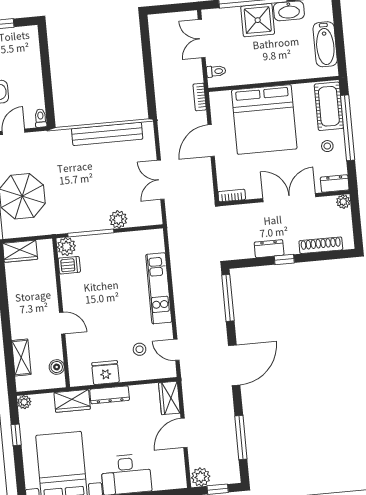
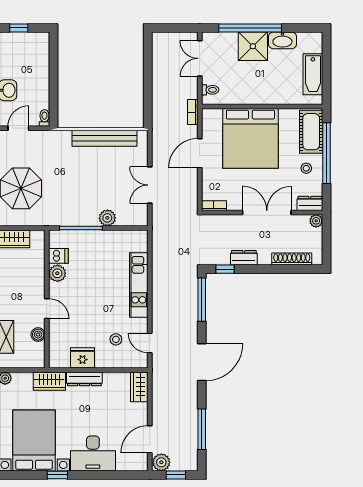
plant: (66, 247) -> (57, 273), moved
window: (284, 260) -> (225, 269), moved
boiler: (57, 367) -> (38, 335), moved
door: (184, 433) -> (150, 439), moved

